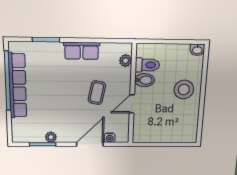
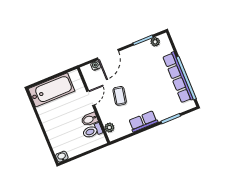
stool: (184, 90) -> (58, 125), removed
bathtub: (172, 131) -> (51, 90), added
plant: (51, 137) -> (155, 42), moved

